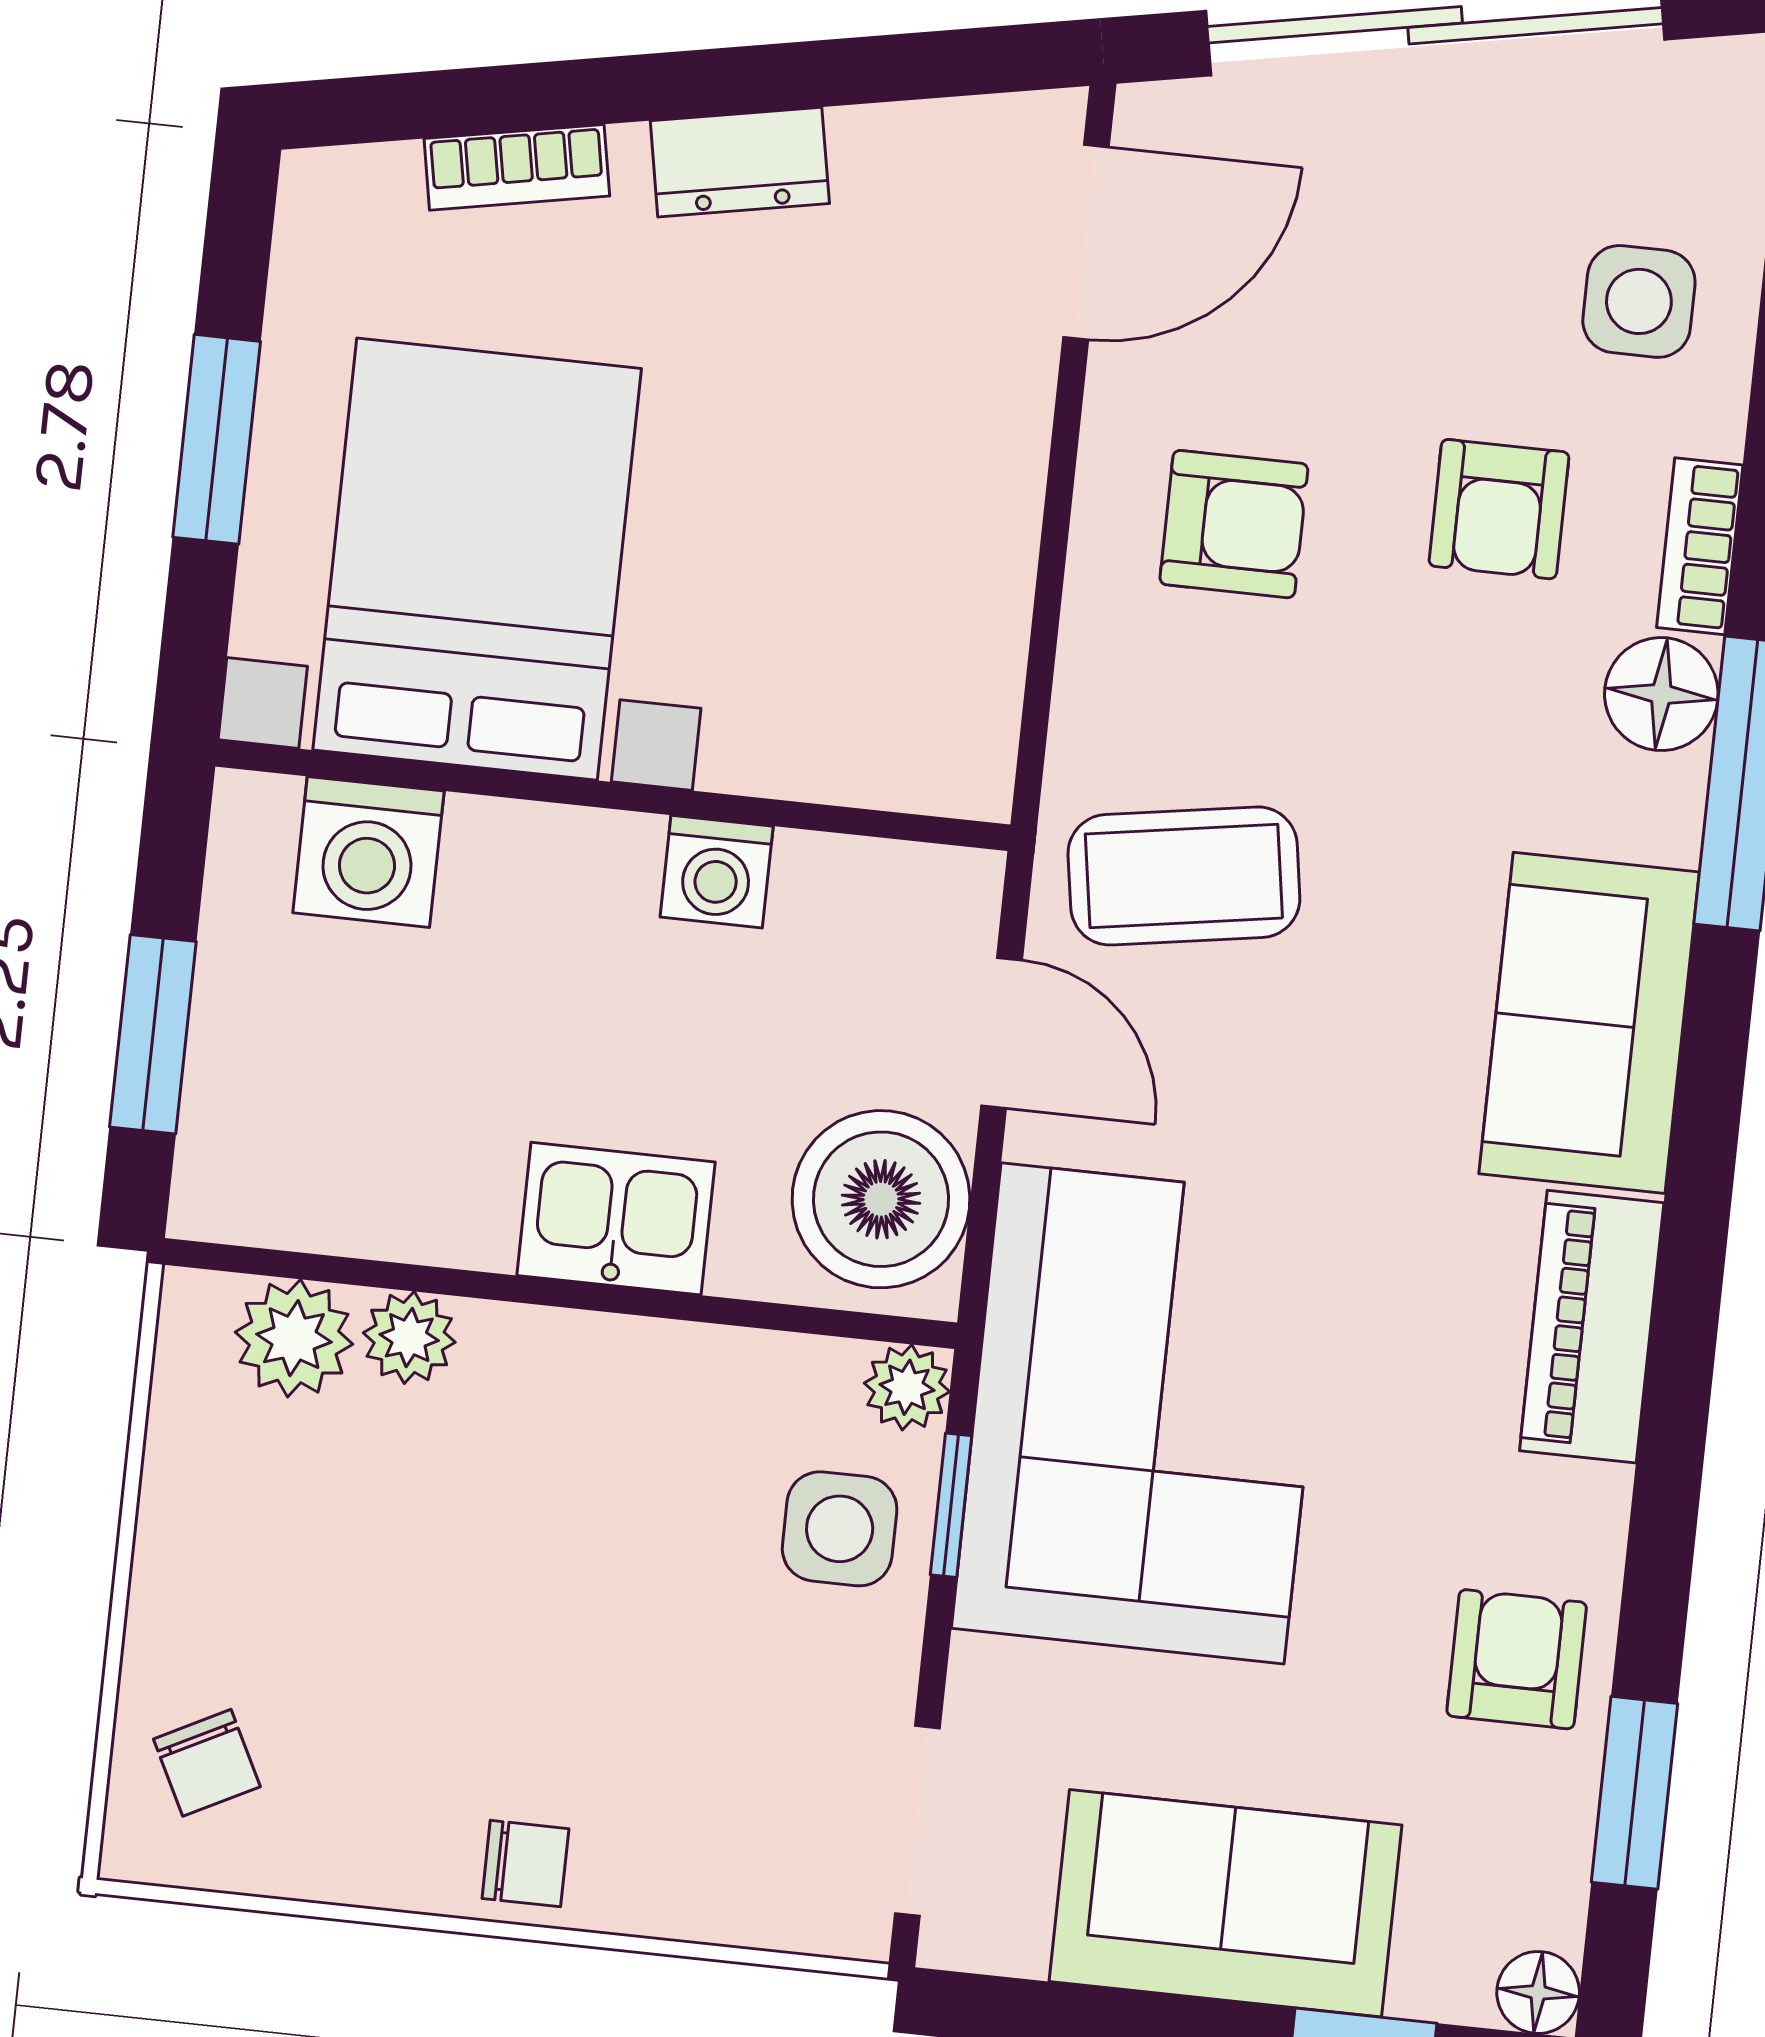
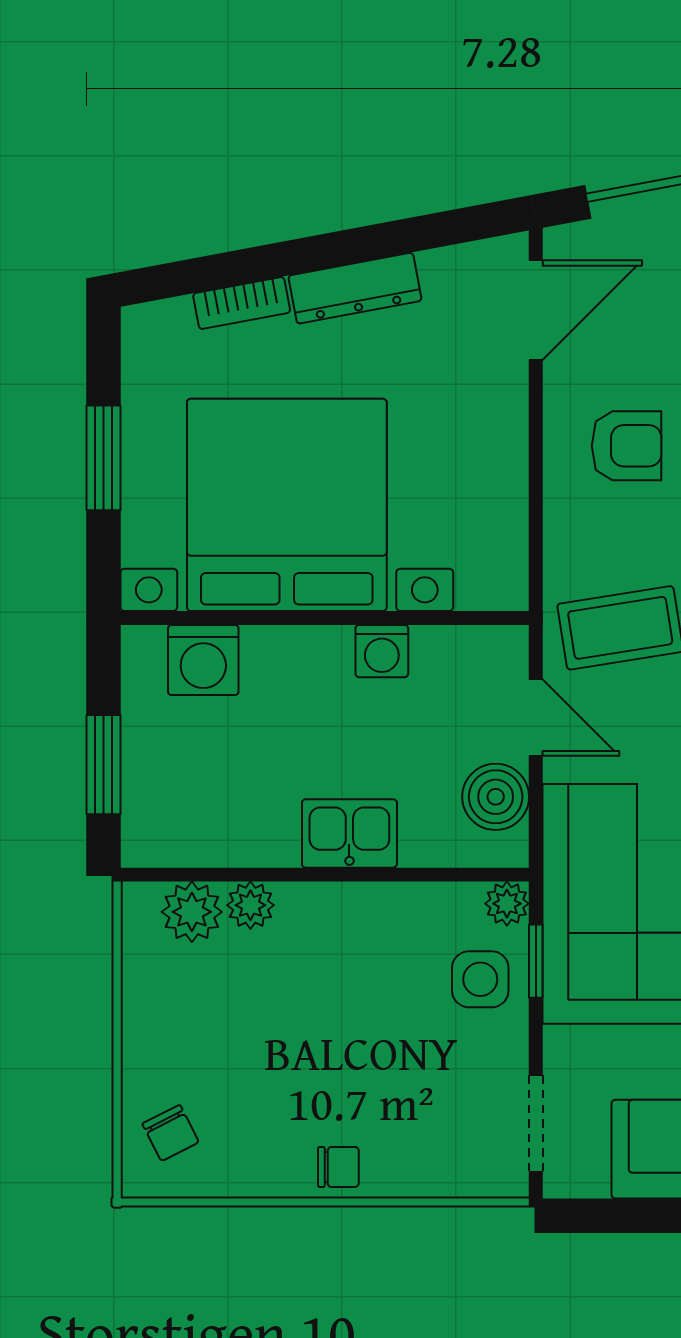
dresser: (740, 162) -> (355, 288), width x1.44
bed with nightstands: (477, 559) -> (287, 505), width x1.36
boiler: (881, 1199) -> (496, 797), width x0.73, depth x0.73

